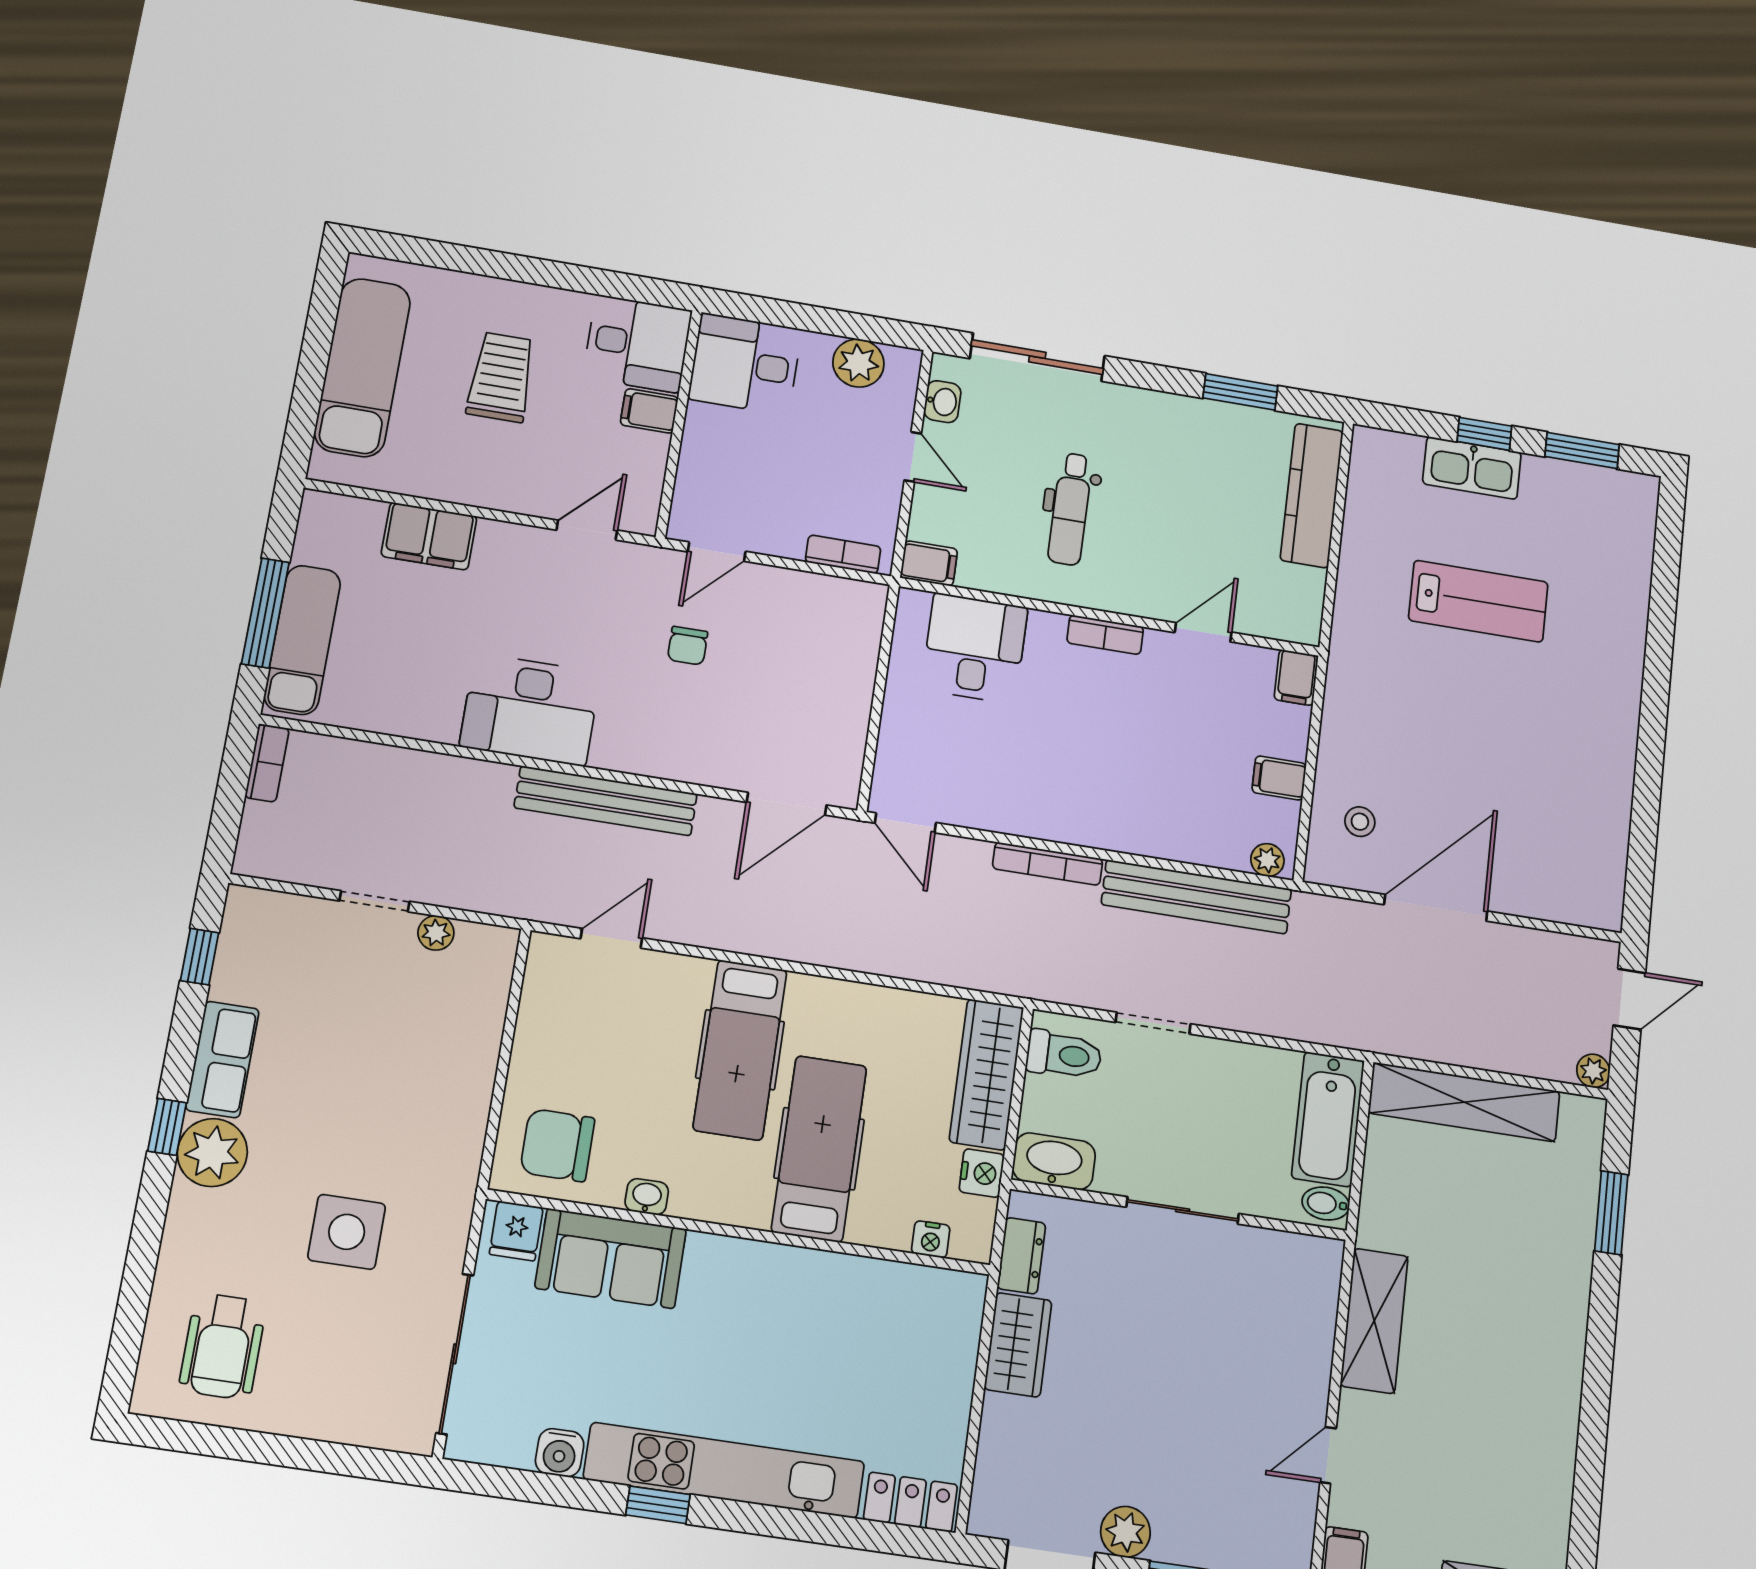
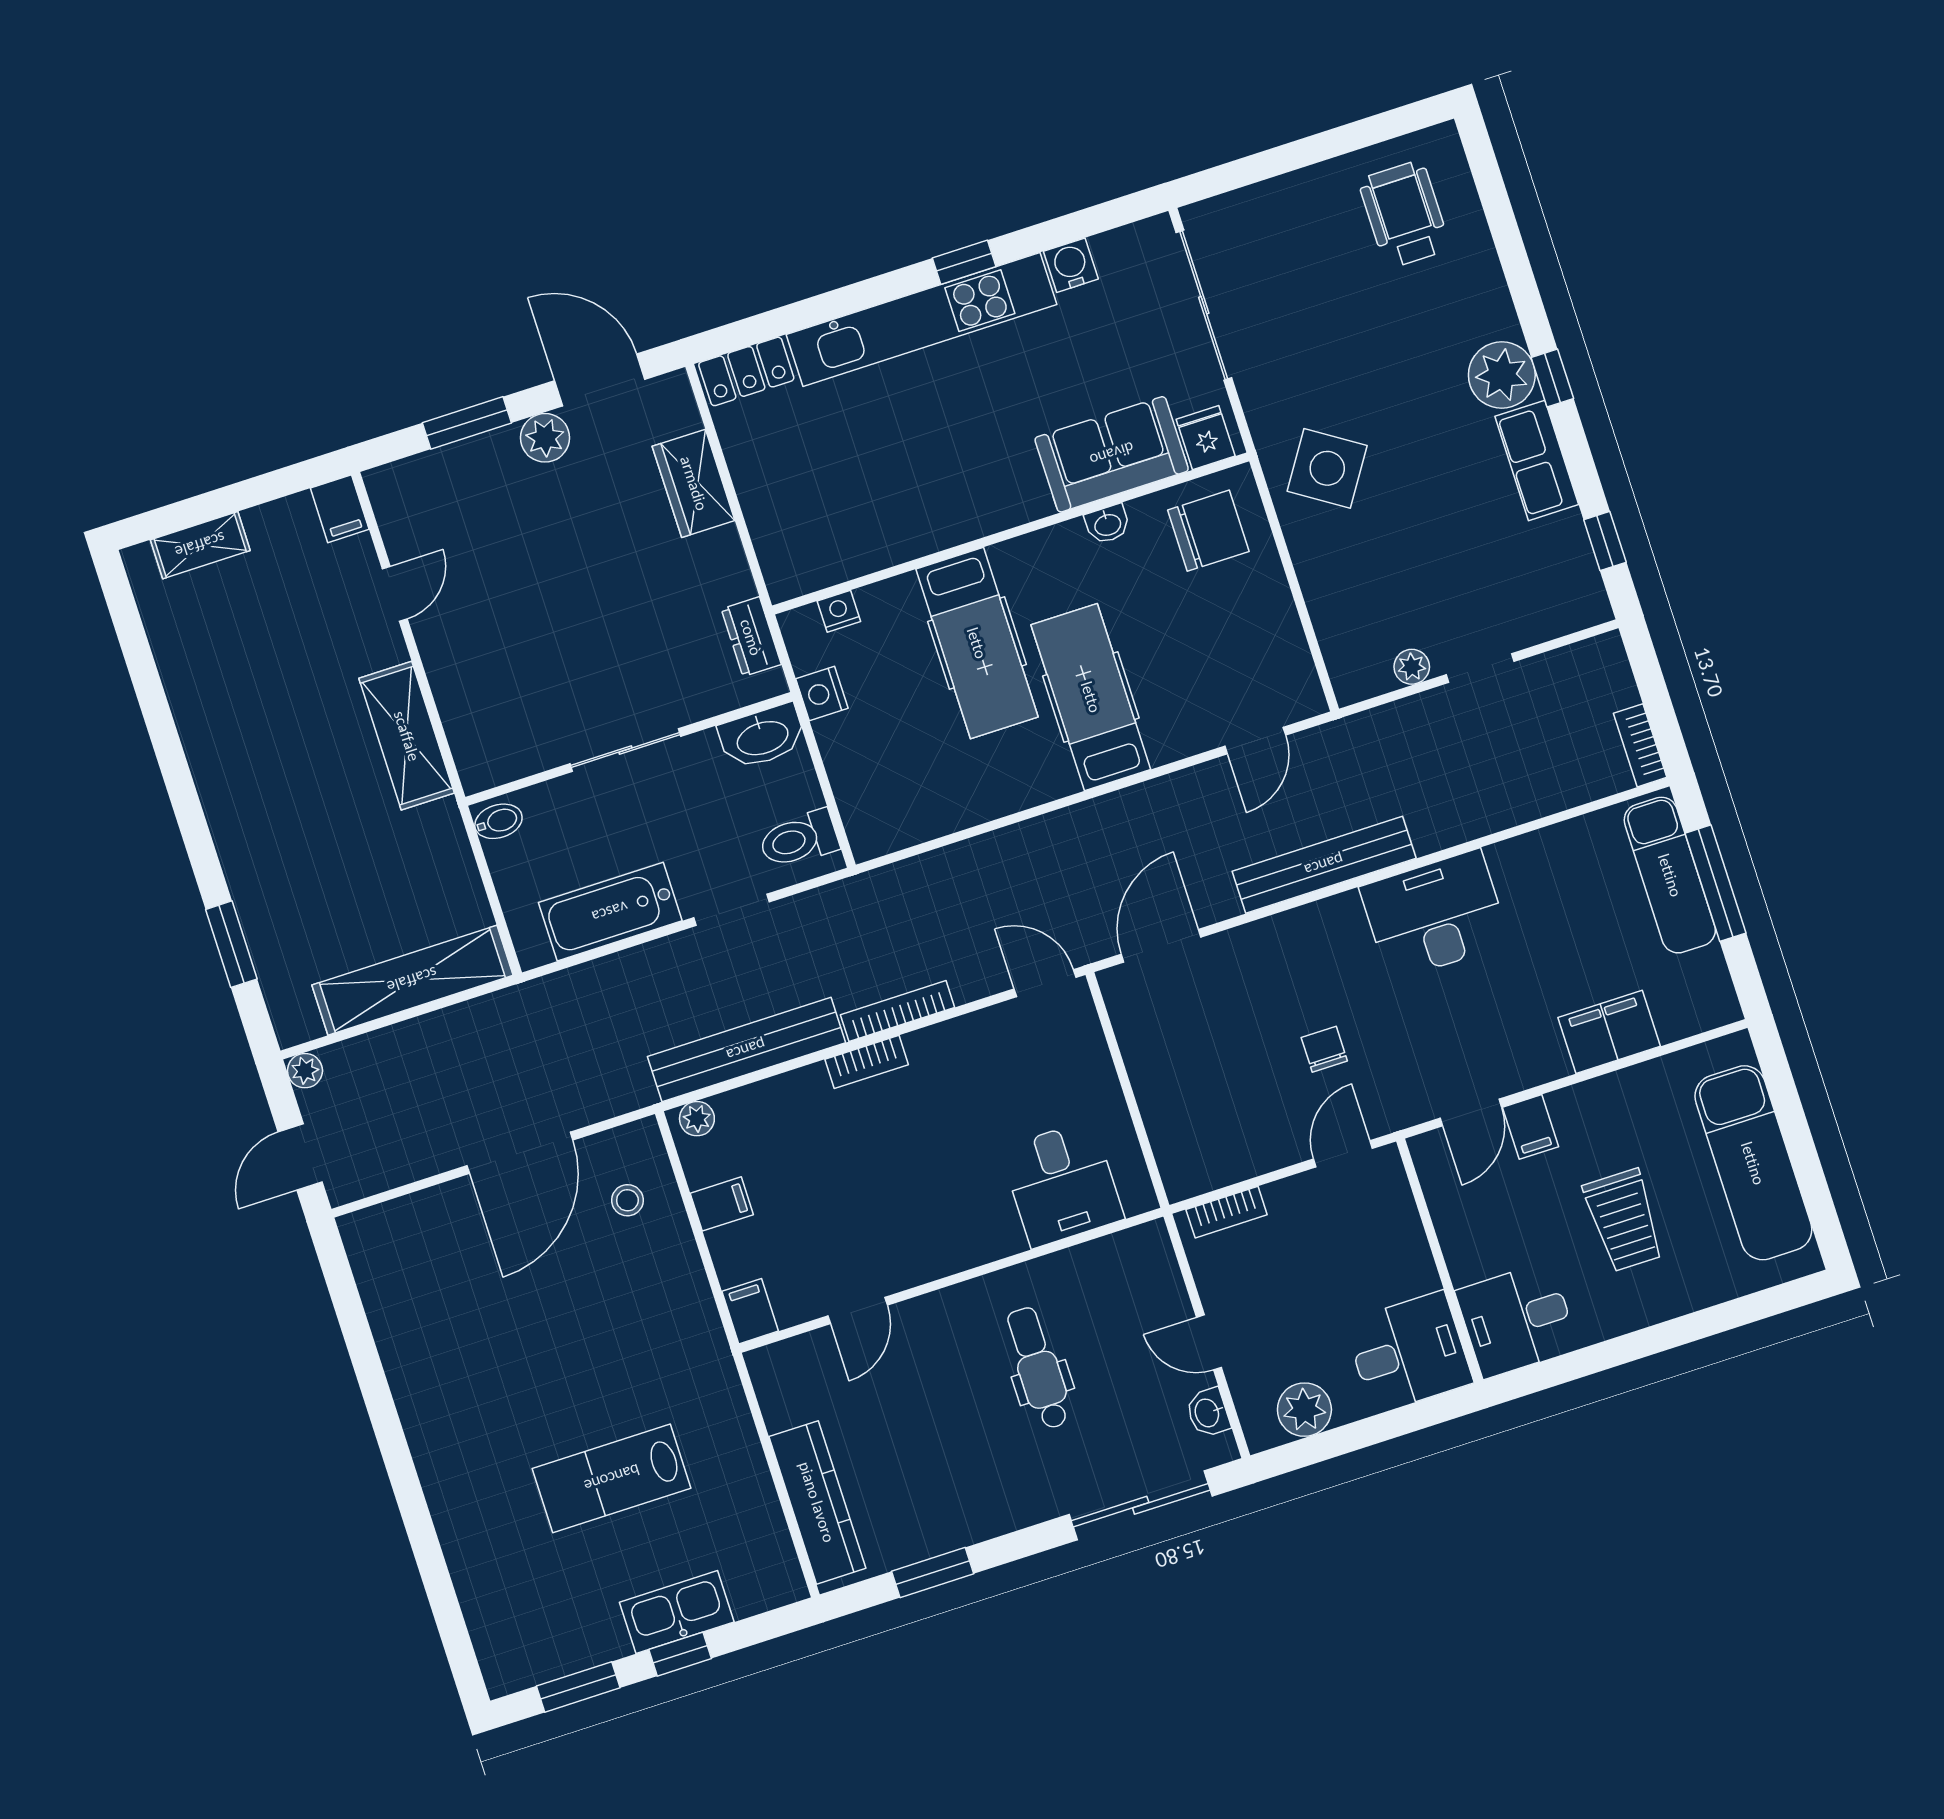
filing cabinet: (649, 411) -> (1531, 1127), moved, turned 90
filing cabinet: (929, 563) -> (1144, 1245), removed
bookcase: (1105, 635) -> (867, 1062), moved, turned 180
wardrobe: (986, 1074) -> (860, 786), removed
bathtub: (1328, 1119) -> (610, 912), moved, turned -90
side table: (347, 1232) -> (1327, 468), moved, turned 33
wardrobe: (1018, 1345) -> (694, 483), moved

